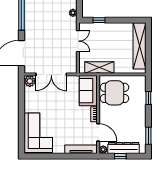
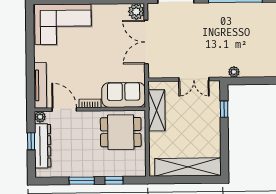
dining table: (114, 93) -> (121, 132), turned 90
door: (98, 132) -> (64, 109), swing flipped
window: (148, 136) -> (82, 181), moved

